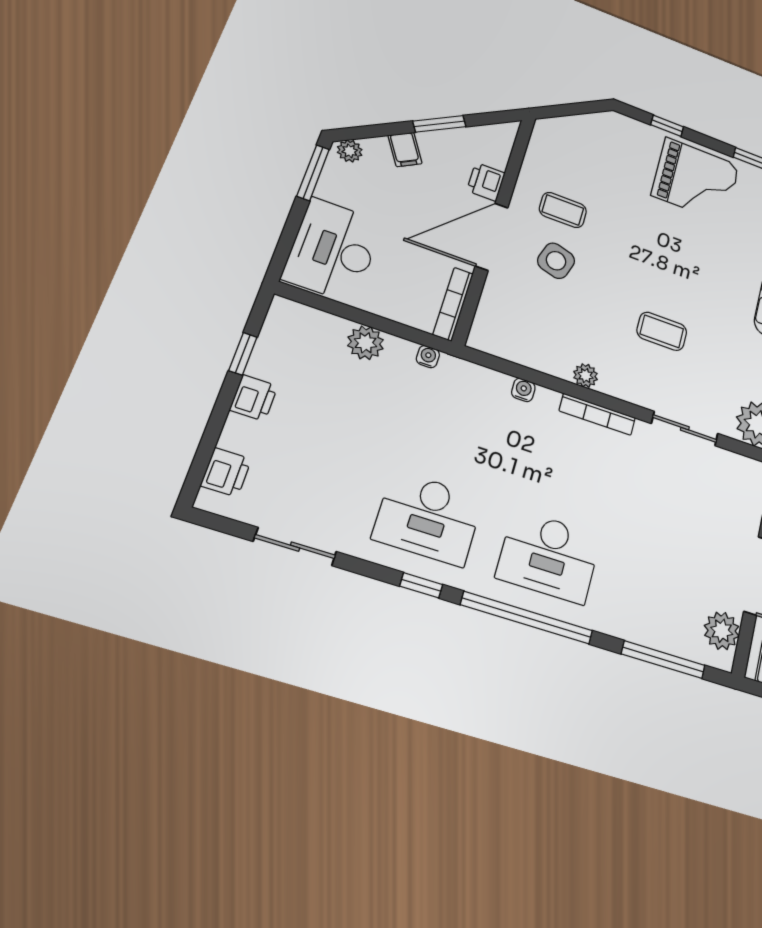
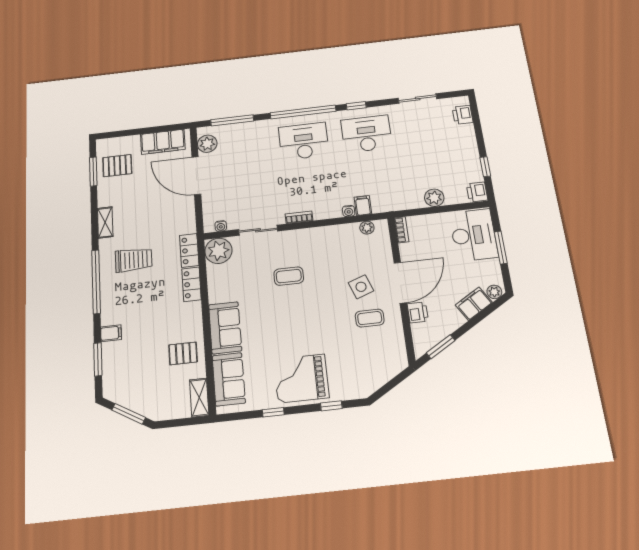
window: (439, 124) -> (441, 347), moved
filing cabinet: (405, 149) -> (474, 304), width x2.00
window: (313, 173) -> (501, 248), moved
side table: (556, 261) -> (361, 287), turned -37
bookcase: (453, 304) -> (402, 230), width x0.64
water cooler: (428, 357) -> (221, 226), moved
plant: (586, 376) -> (367, 228), moved
filing cabinet: (495, 388) -> (363, 205), added
printer: (254, 398) -> (477, 192), moved
bookcase: (597, 414) -> (299, 217), width x0.64

